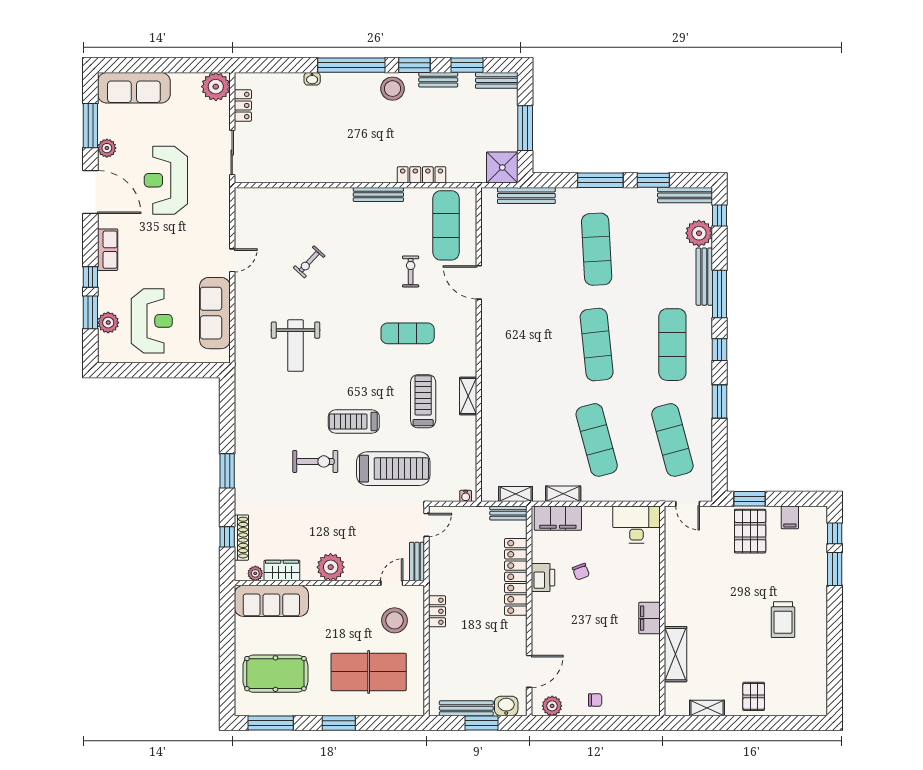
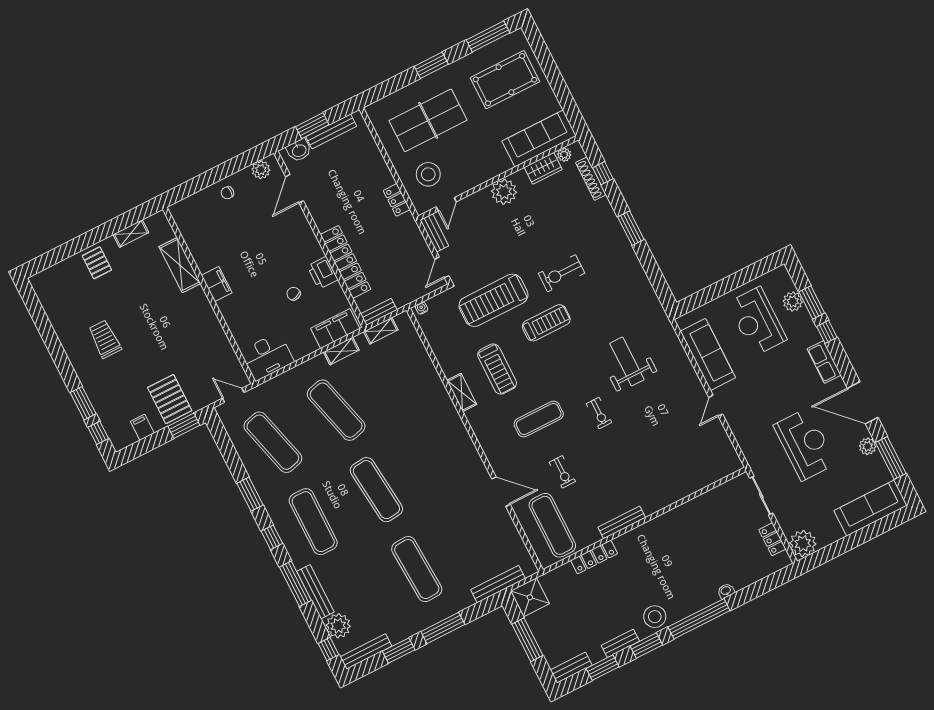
exercise bike: (309, 262) -> (599, 413), moved, turned 137

